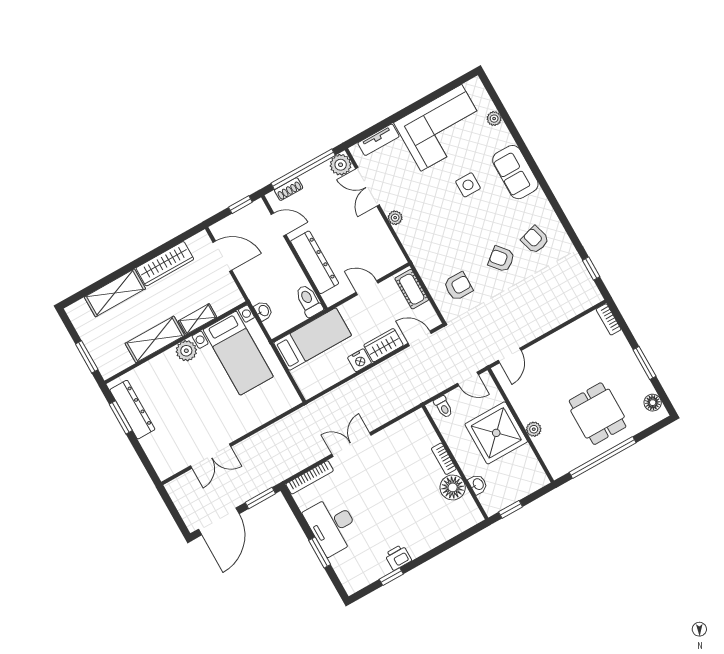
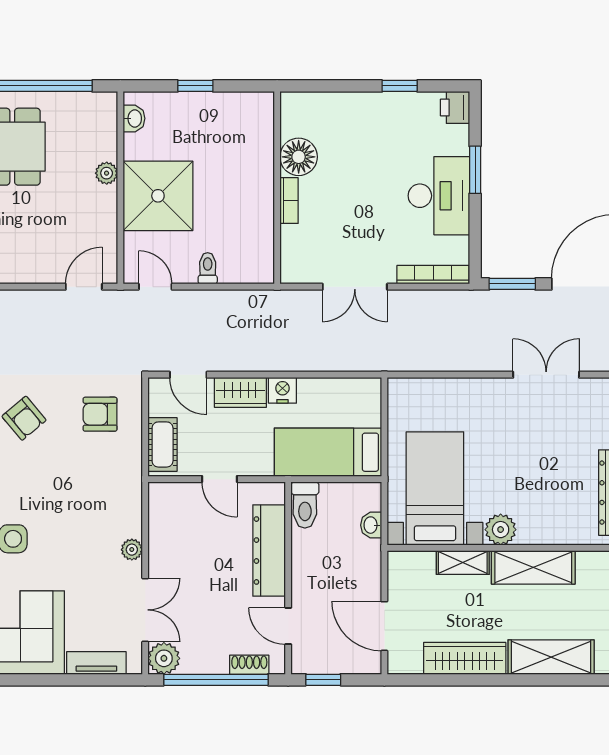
bookcase: (444, 459) -> (289, 201), moved
wall: (455, 462) -> (277, 188), moved
washbasin: (478, 484) -> (134, 118), moved, turned 180
floor lamp: (453, 487) -> (299, 157), moved
printer: (398, 557) -> (455, 107), moved, turned 90

